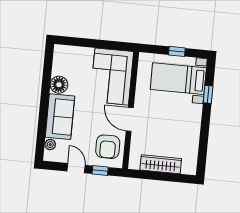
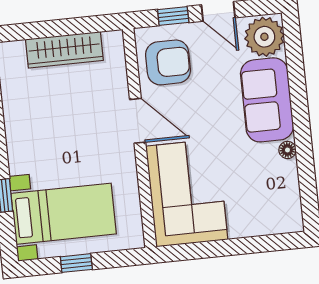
floor lamp: (59, 85) -> (287, 150), width x0.53, depth x0.53
plant: (50, 145) -> (264, 37), width x1.87, depth x1.87
armchair: (108, 147) -> (168, 62), turned 90

